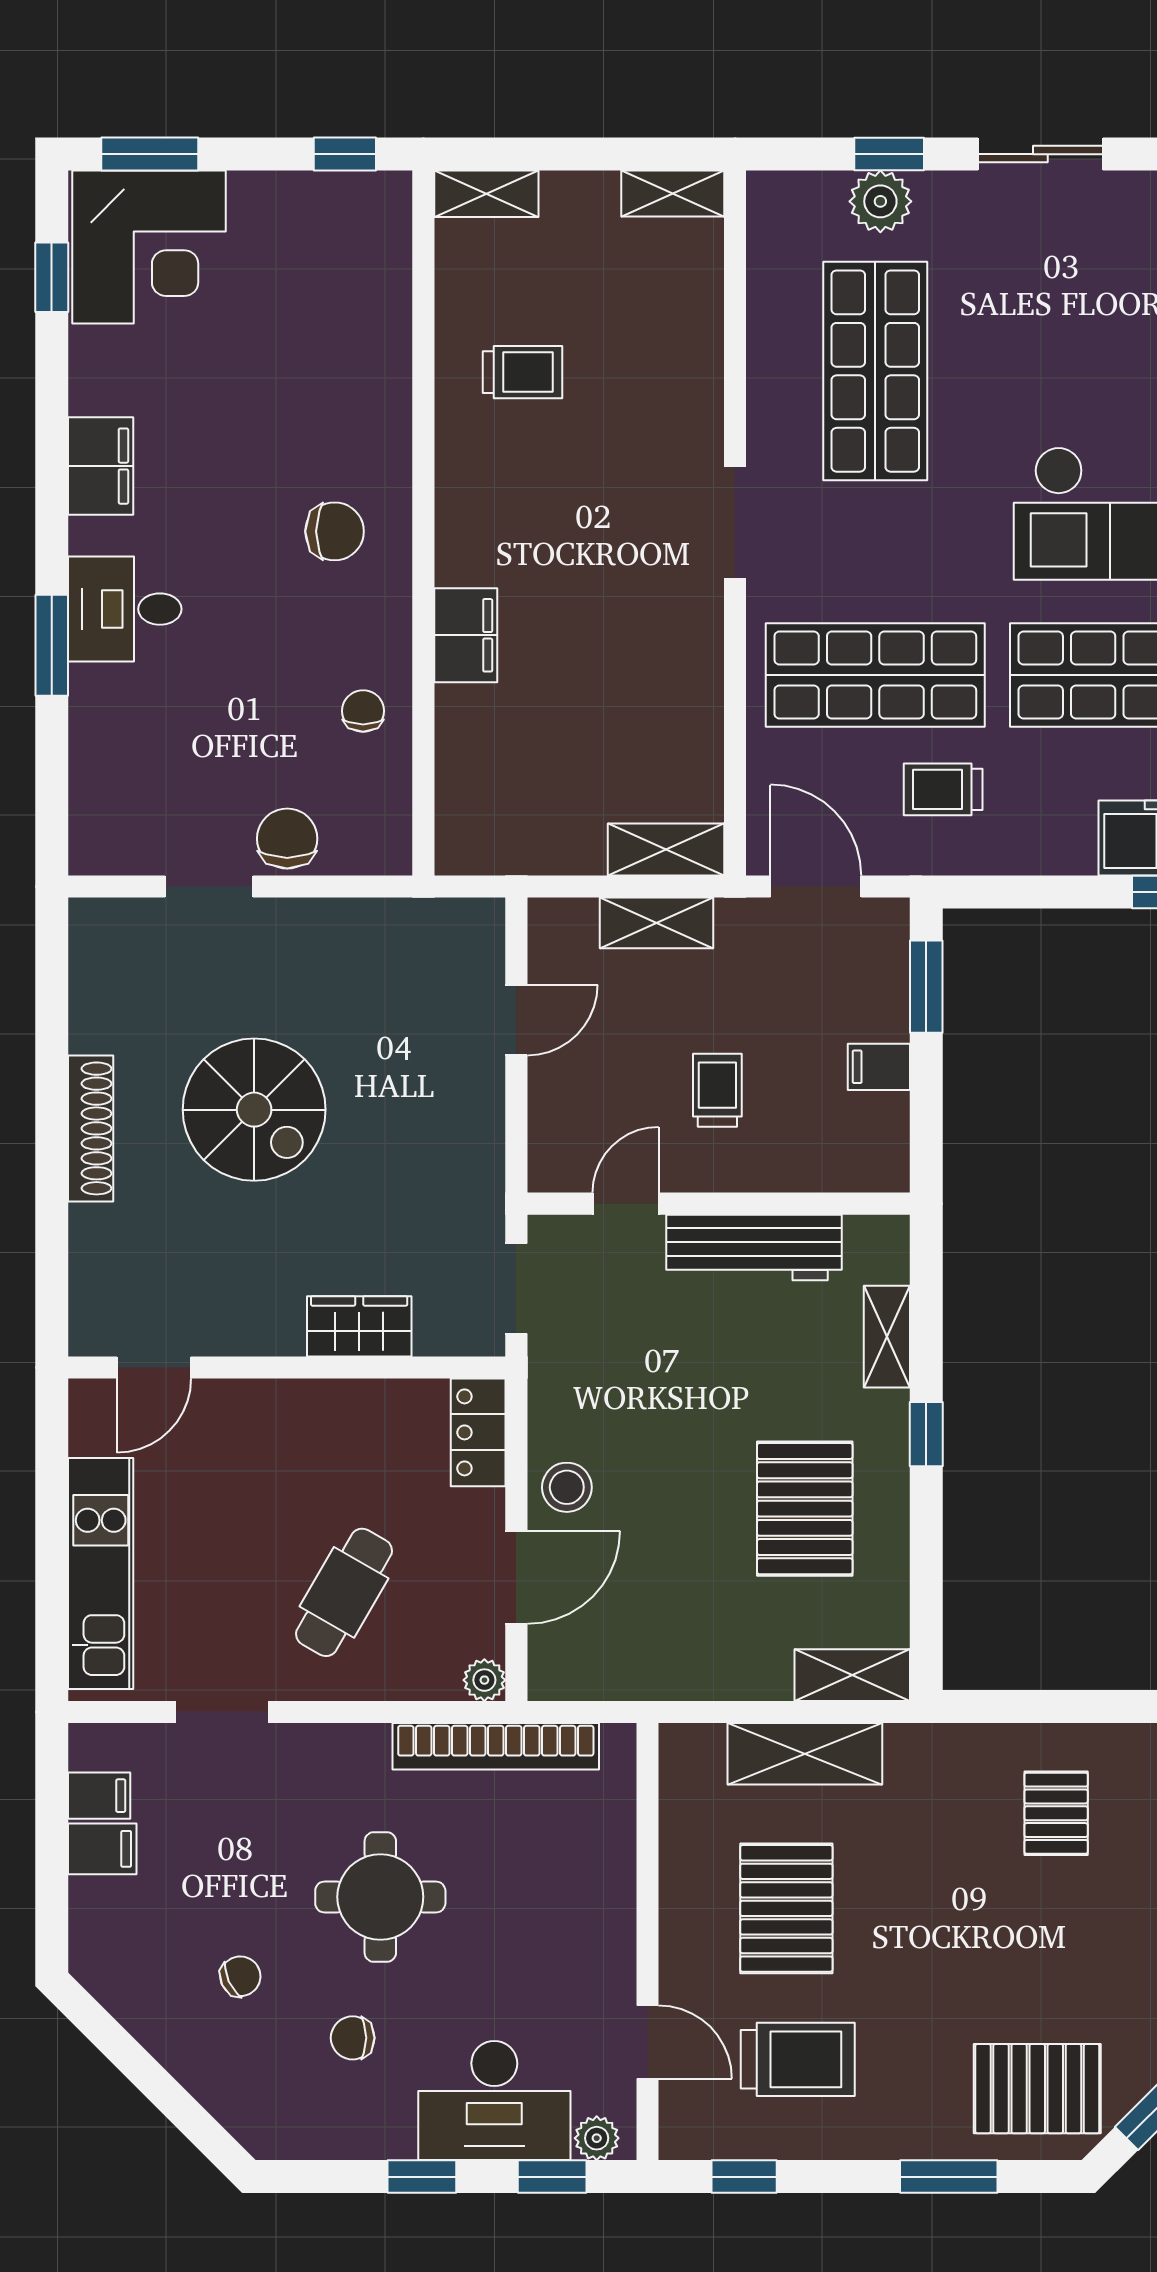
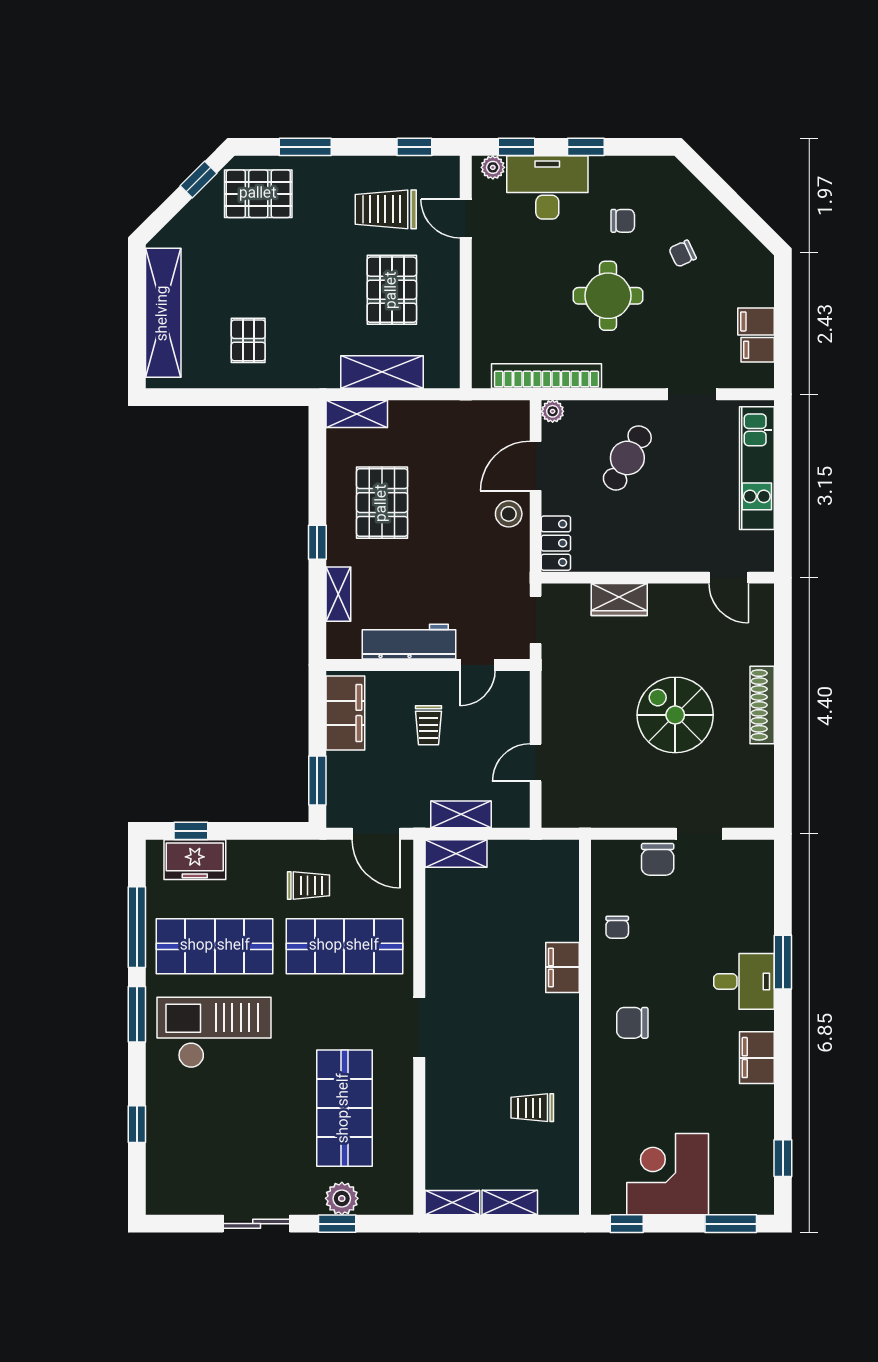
shelving: (486, 194) -> (510, 1203), moved
corner desk: (149, 247) -> (668, 1174), moved
filing cabinet: (879, 1067) -> (345, 713), width x3.00, depth x1.17
door: (154, 1368) -> (729, 578), swing flipped

